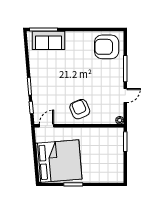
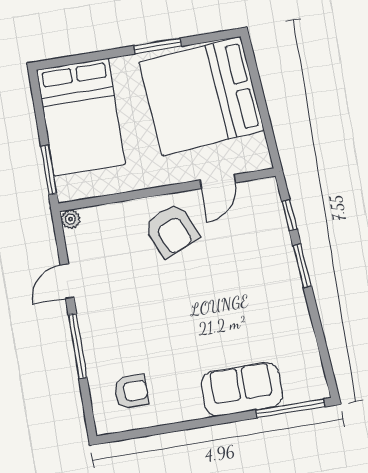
sofa: (49, 40) -> (242, 389), moved
armchair: (107, 47) -> (131, 391), width x0.53, depth x0.53
door: (46, 126) -> (218, 181), moved
bed: (109, 161) -> (81, 117), added

